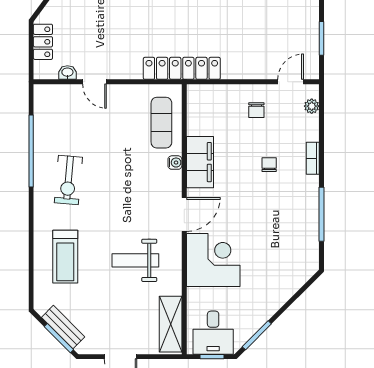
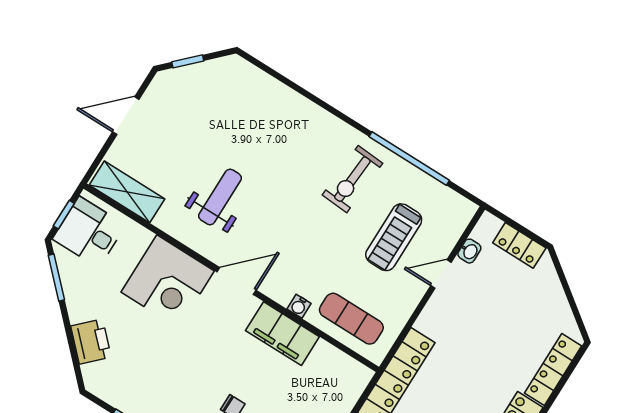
exercise bike: (68, 180) -> (352, 179), turned -91
door: (184, 214) -> (236, 281), swing flipped
treadmill: (65, 257) -> (394, 237), moved, turned -90
printer: (285, 286) -> (91, 342), added
bench: (63, 327) -> (197, 74), removed
window: (59, 338) -> (188, 61), width x0.67

